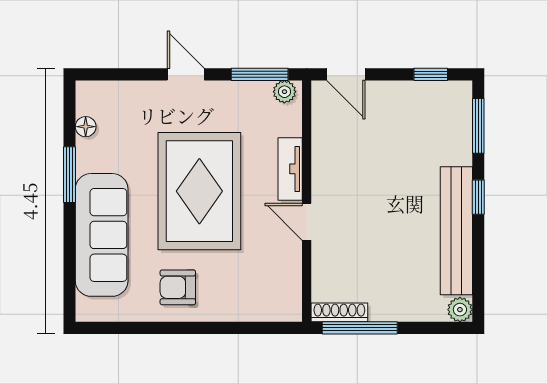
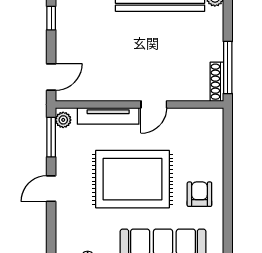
tv unit: (290, 169) -> (108, 116), width x1.41
armchair: (178, 287) -> (199, 194), turned 180

